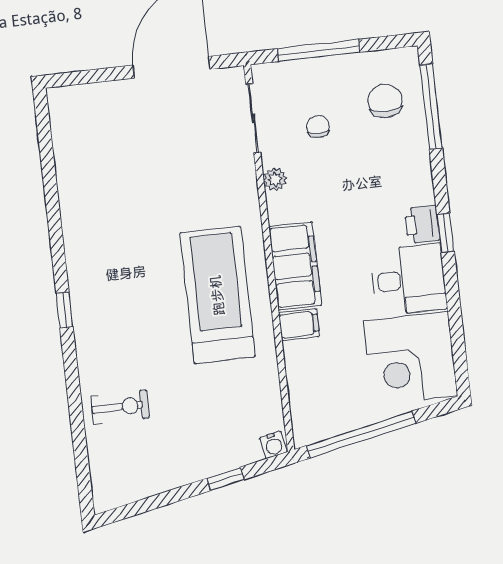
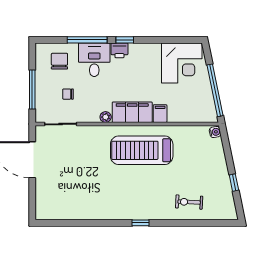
chair: (385, 101) -> (59, 61), turned 90
window: (431, 107) -> (87, 40), moved
plant: (275, 179) -> (106, 117), moved
desk: (408, 280) -> (94, 60), moved
exercise bike: (120, 407) -> (189, 202), turned -87
window: (225, 479) -> (234, 183), moved

